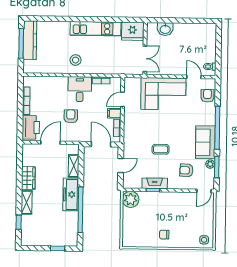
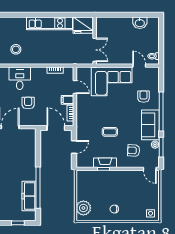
washbasin: (165, 29) -> (140, 23), moved
stool: (76, 60) -> (16, 49), moved
desk: (80, 89) -> (20, 78), moved
armchair: (207, 96) -> (144, 97), moved
door: (122, 99) -> (75, 87), swing flipped
shelving: (74, 166) -> (31, 148), removed
door: (204, 191) -> (150, 169), hinge flipped
freezer: (71, 194) -> (29, 196), moved
plant: (131, 199) -> (83, 208), moved

